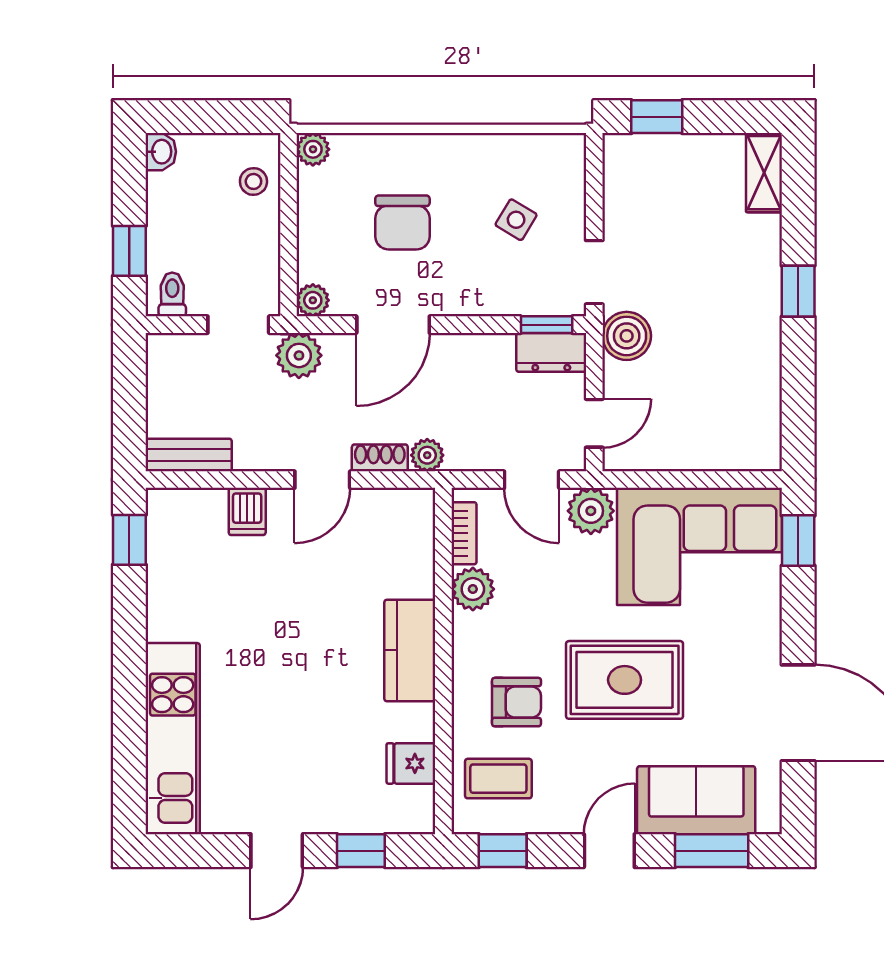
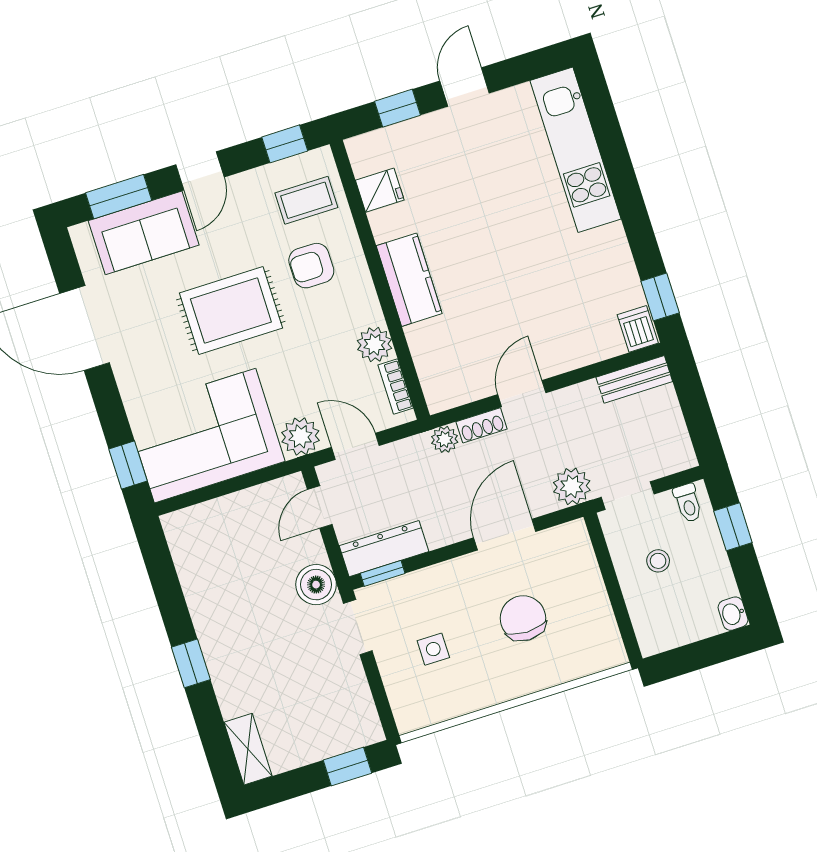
plant: (313, 149) -> (613, 654), removed
stool: (253, 181) -> (658, 561), moved
side table: (516, 220) -> (433, 649), turned -31
plant: (313, 300) -> (575, 534), removed
dresser: (551, 352) -> (384, 549), width x1.44
dishwasher: (247, 511) -> (638, 329), moved

